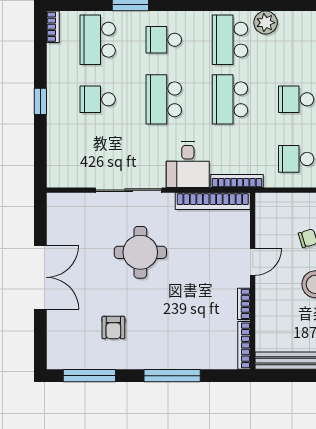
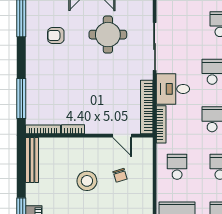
round table: (140, 252) -> (108, 35), moved
door: (253, 262) -> (122, 136), moved
window: (172, 376) -> (21, 99), moved

